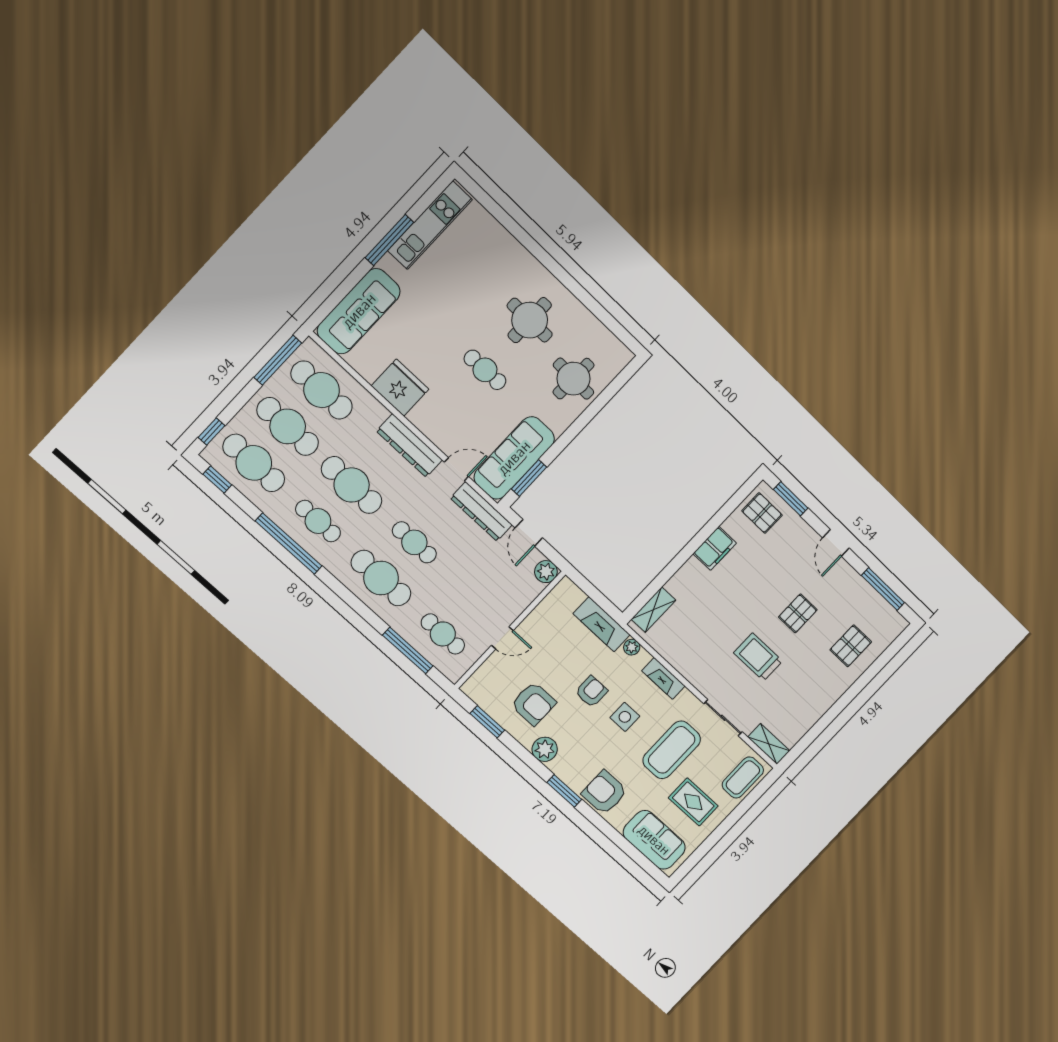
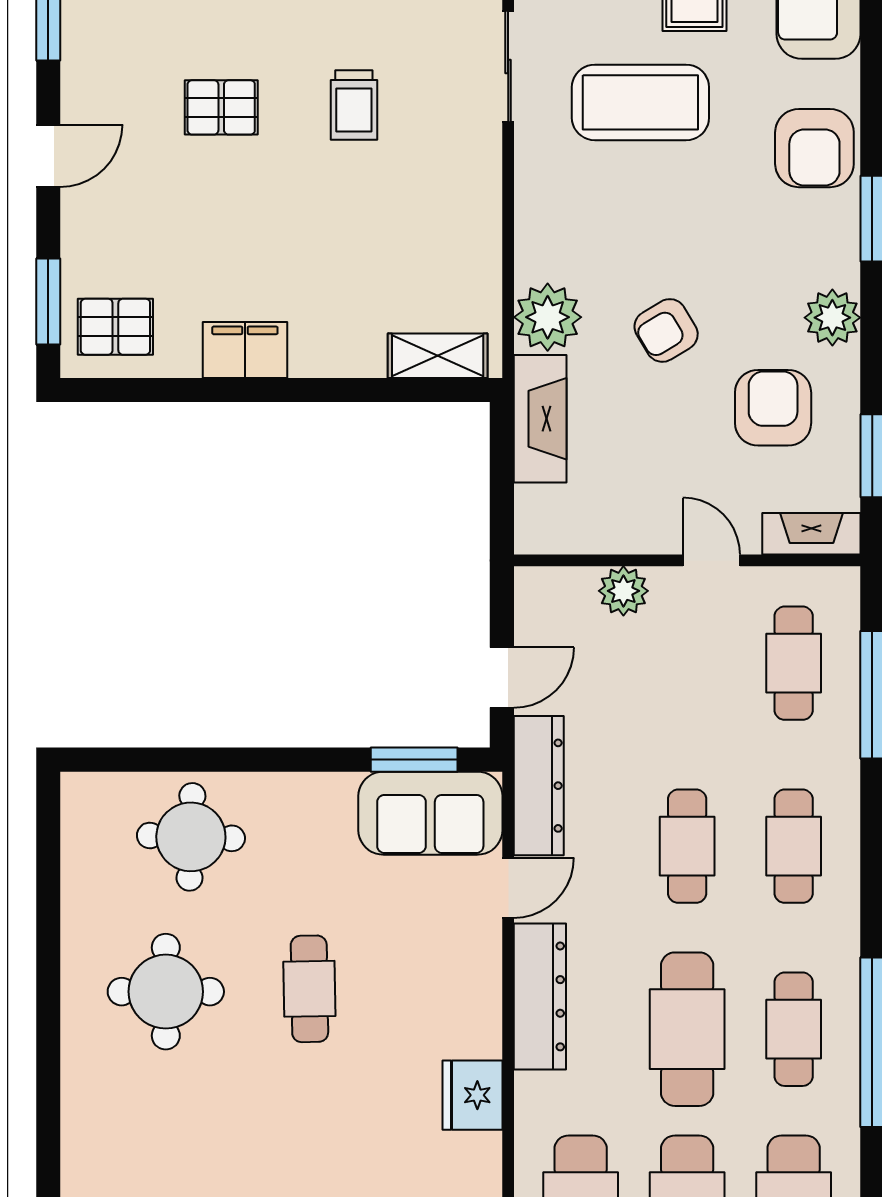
fridge: (400, 388) -> (472, 1095), width x0.73, depth x0.75
sofa: (514, 458) -> (430, 813), width x0.73
door: (456, 469) -> (508, 888), swing flipped
pallet: (762, 513) -> (115, 327), turned 90
plant: (546, 572) -> (623, 591), moved
cafe table: (381, 578) -> (794, 846), width x0.73, depth x0.74
plant: (632, 647) -> (548, 317), width x1.88, depth x1.88
trolley: (758, 657) -> (354, 105), width x0.73, depth x0.72
fireplace: (663, 678) -> (811, 534), moved, turned -90
armchair: (591, 692) -> (666, 330), turned -31
side table: (625, 717) -> (657, 234), removed

